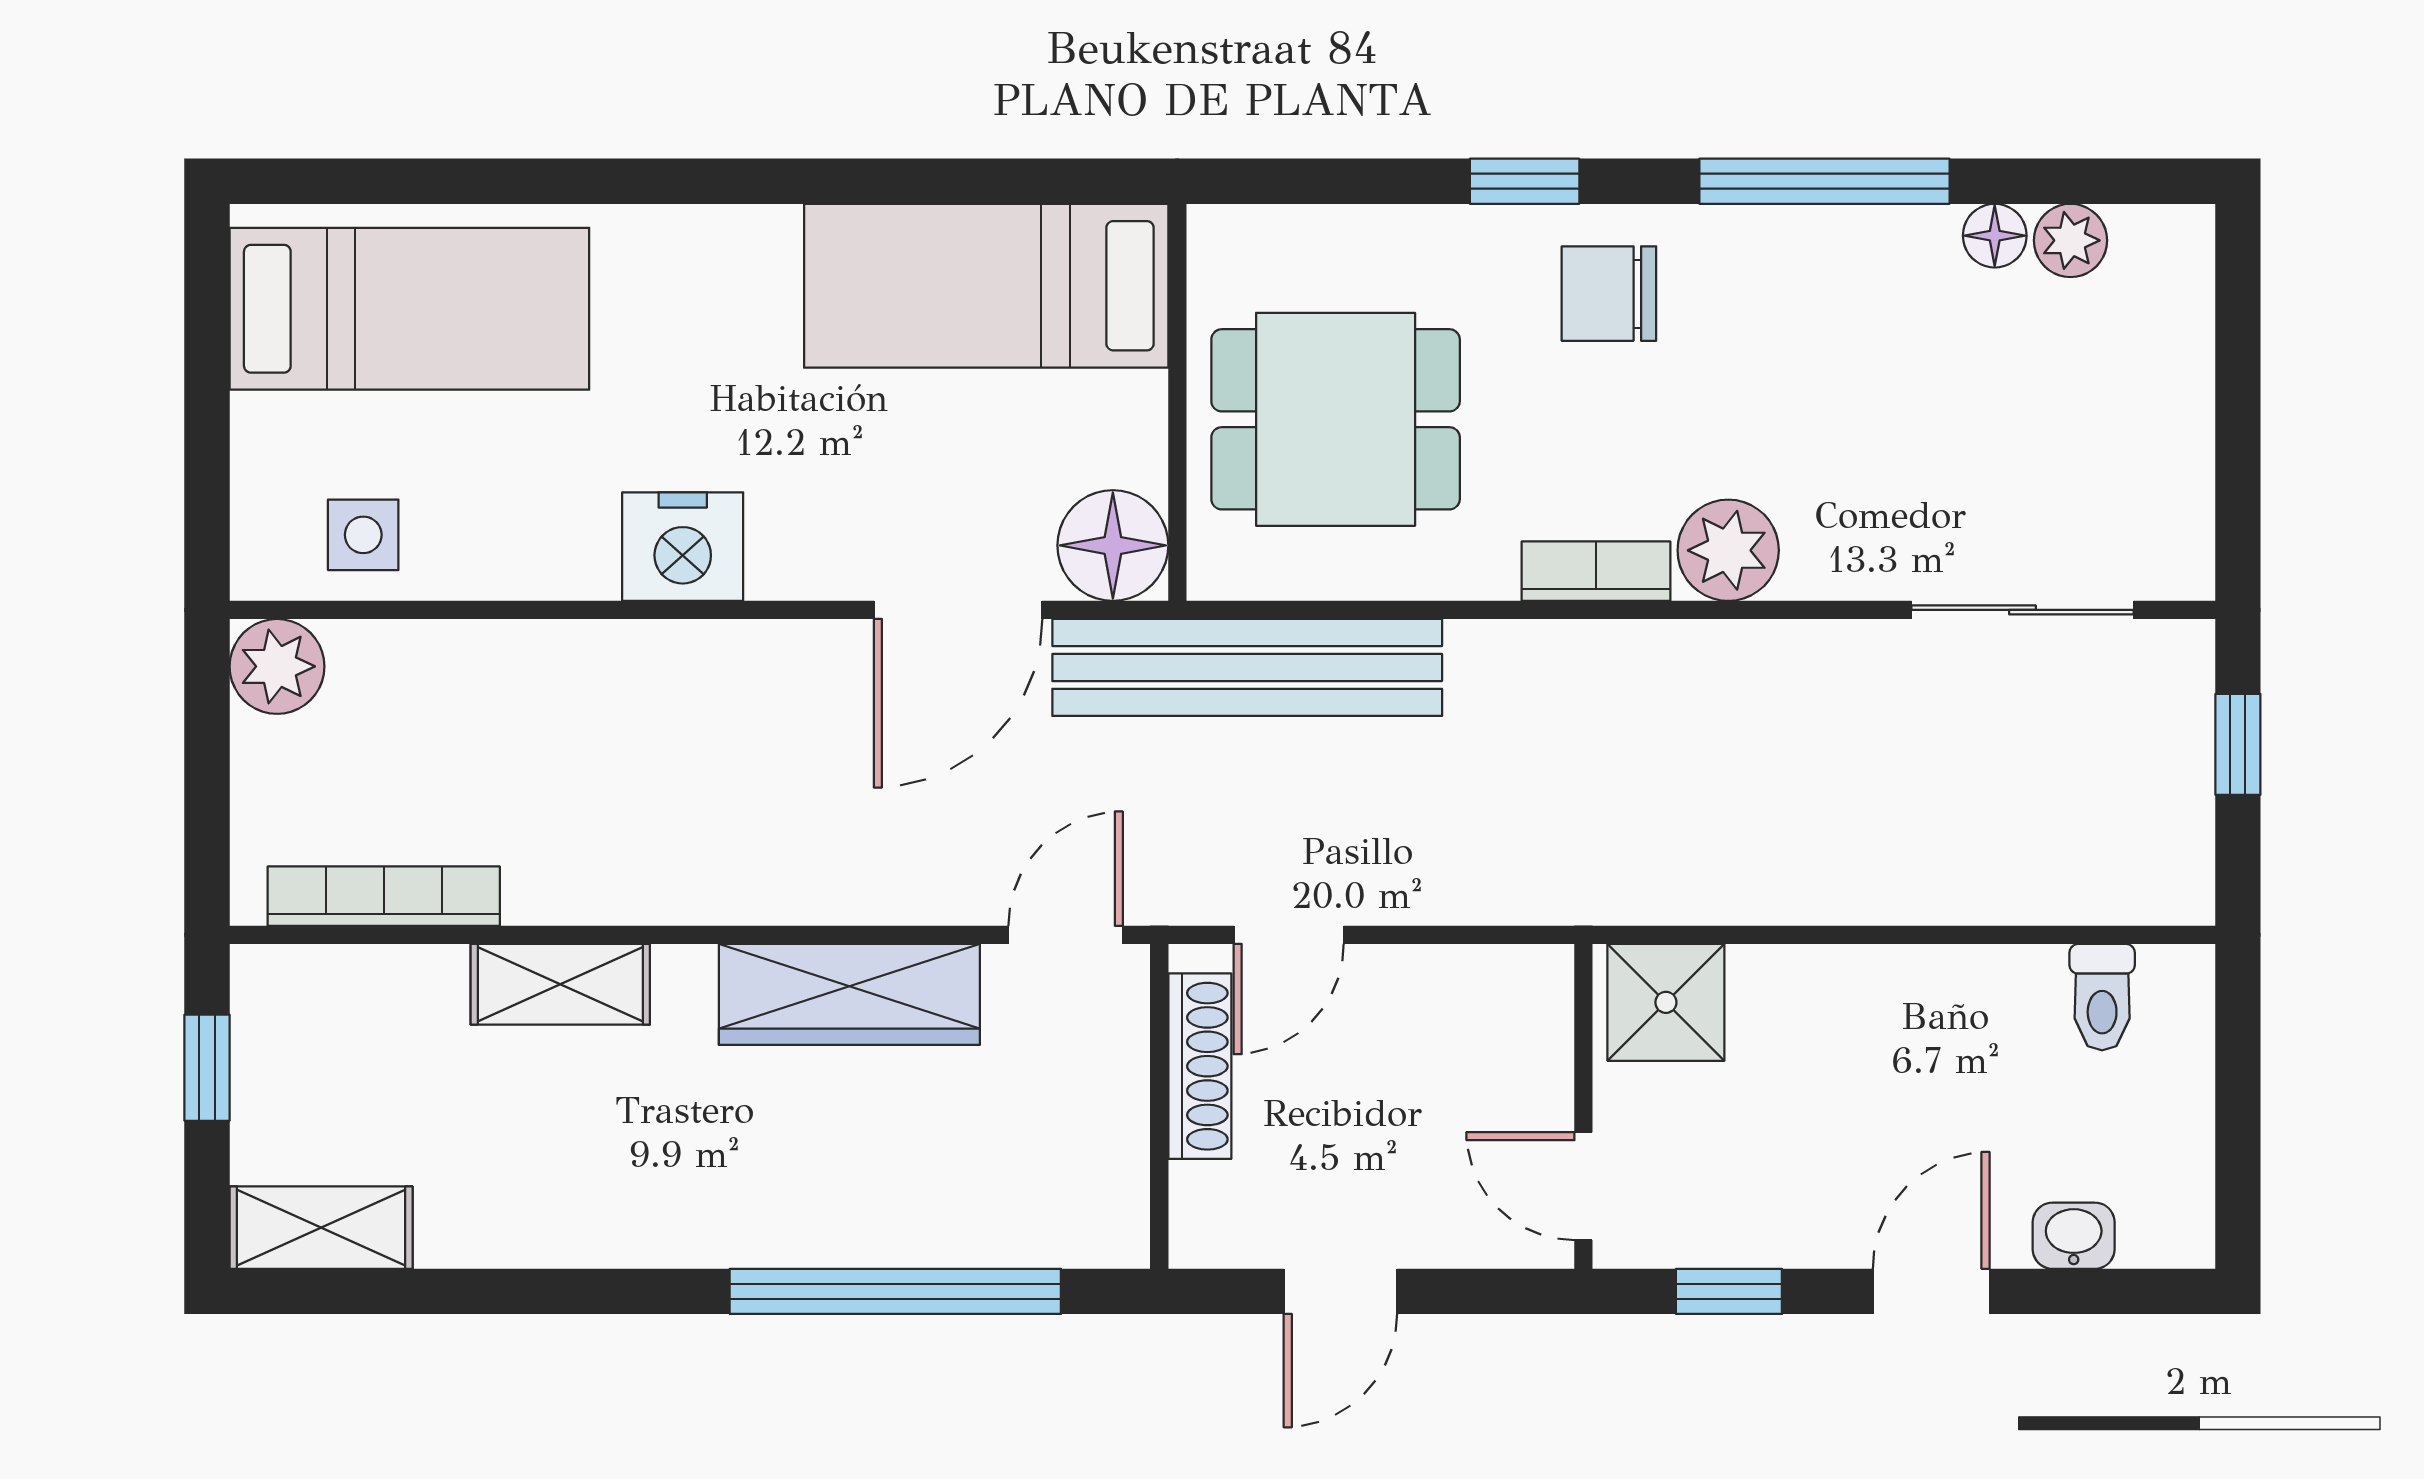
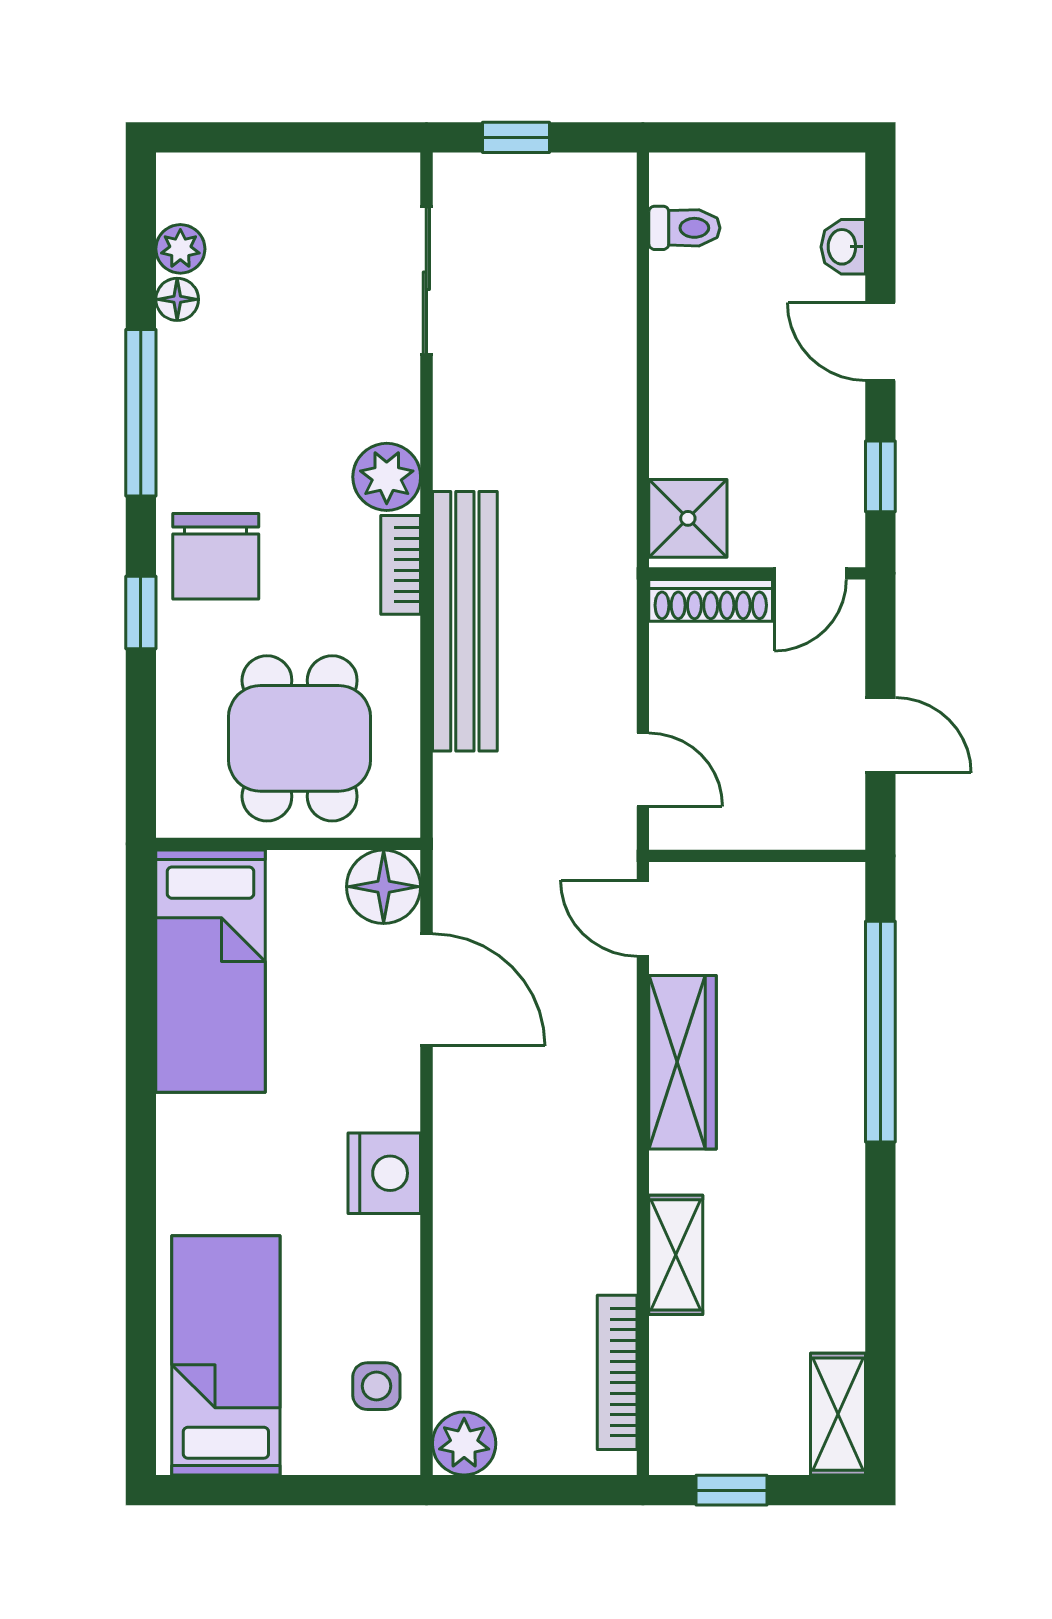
chair: (1609, 294) -> (216, 556), width x1.37, depth x1.37
bench: (1247, 667) -> (465, 621), moved
shoe rack: (1200, 1066) -> (711, 600), moved, turned 180

